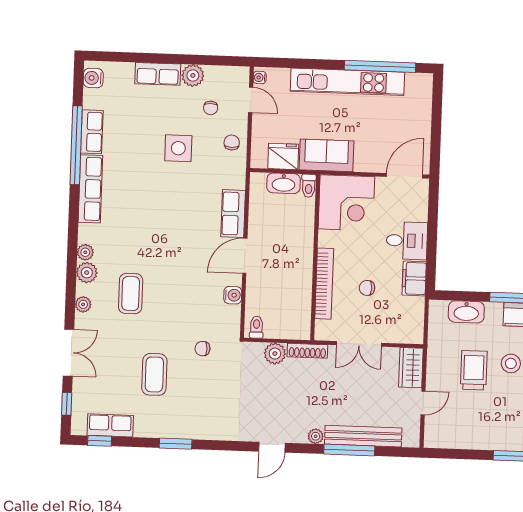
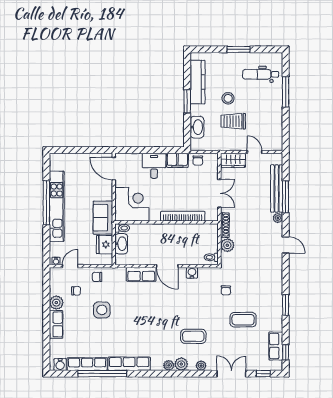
window: (380, 66) -> (46, 203), moved
row of seats: (92, 132) -> (87, 364), width x1.48
chair: (367, 288) -> (198, 160), moved

